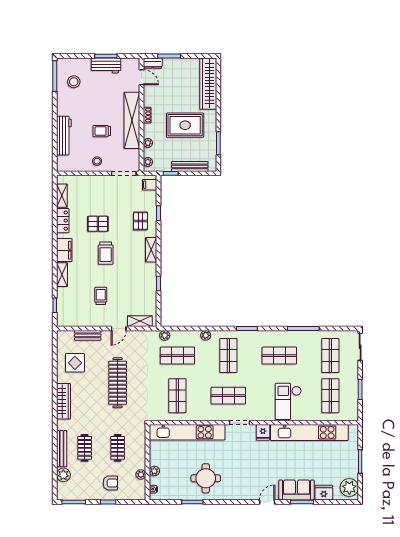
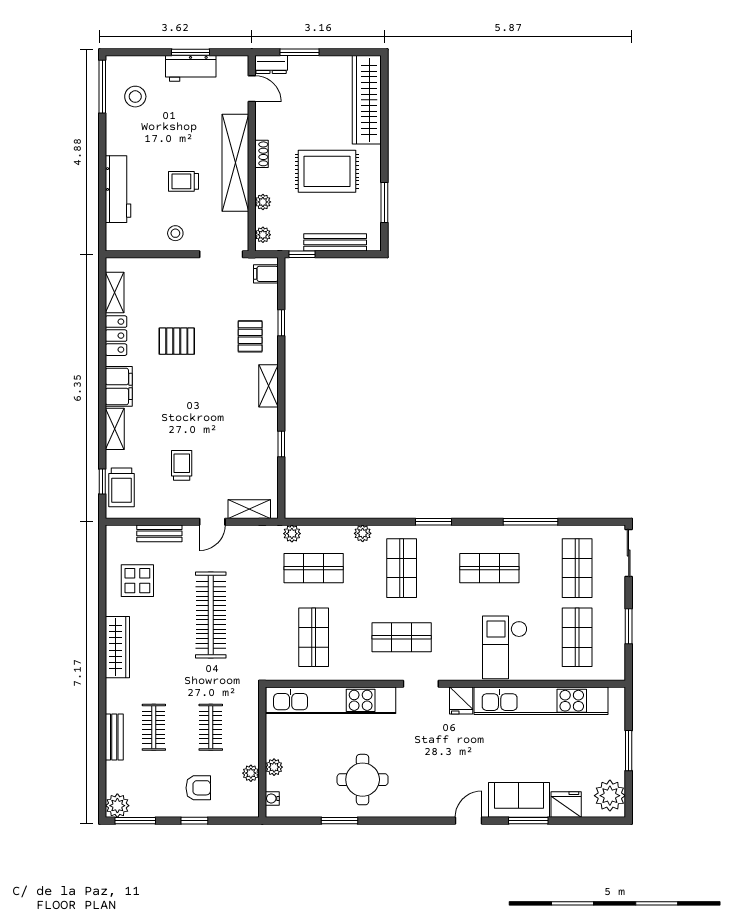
trolley: (106, 253) -> (122, 487), moved
bench: (62, 449) -> (114, 737), width x0.73
plant: (63, 475) -> (117, 806), moved

